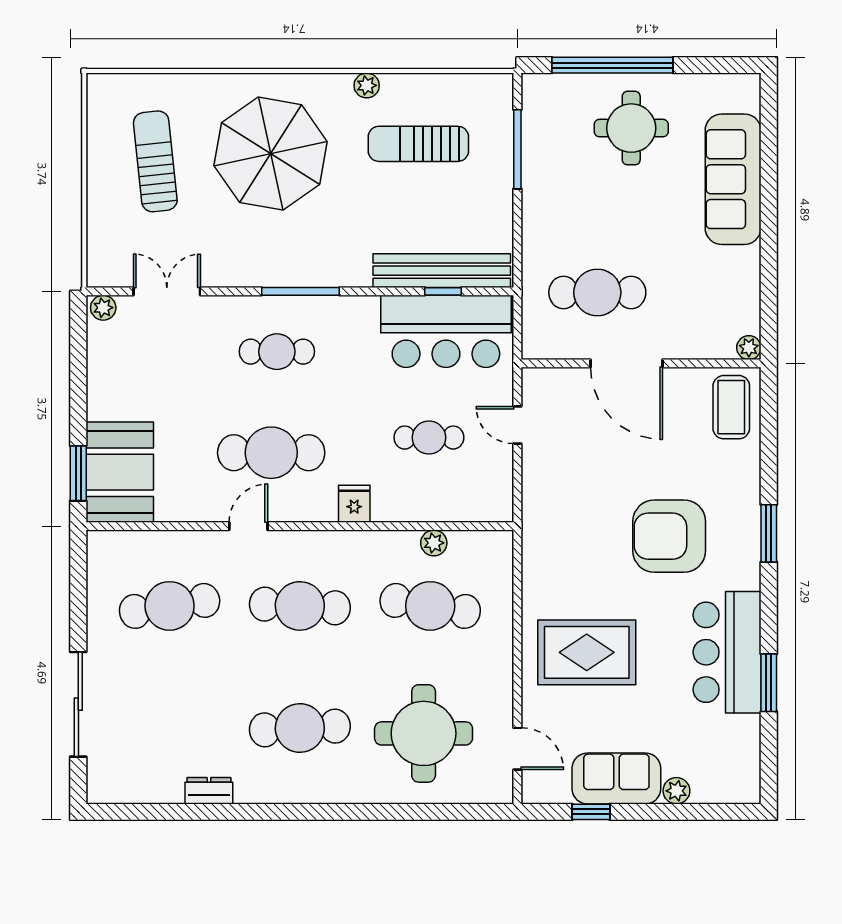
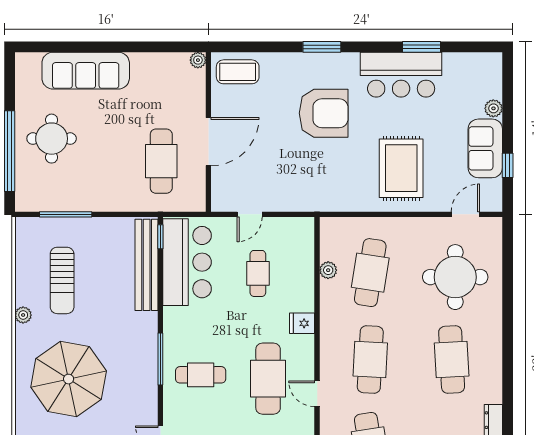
window: (443, 291) -> (160, 237), moved
cafe table: (277, 352) -> (201, 375), turned 90
armchair: (669, 536) -> (324, 113), turned -90

